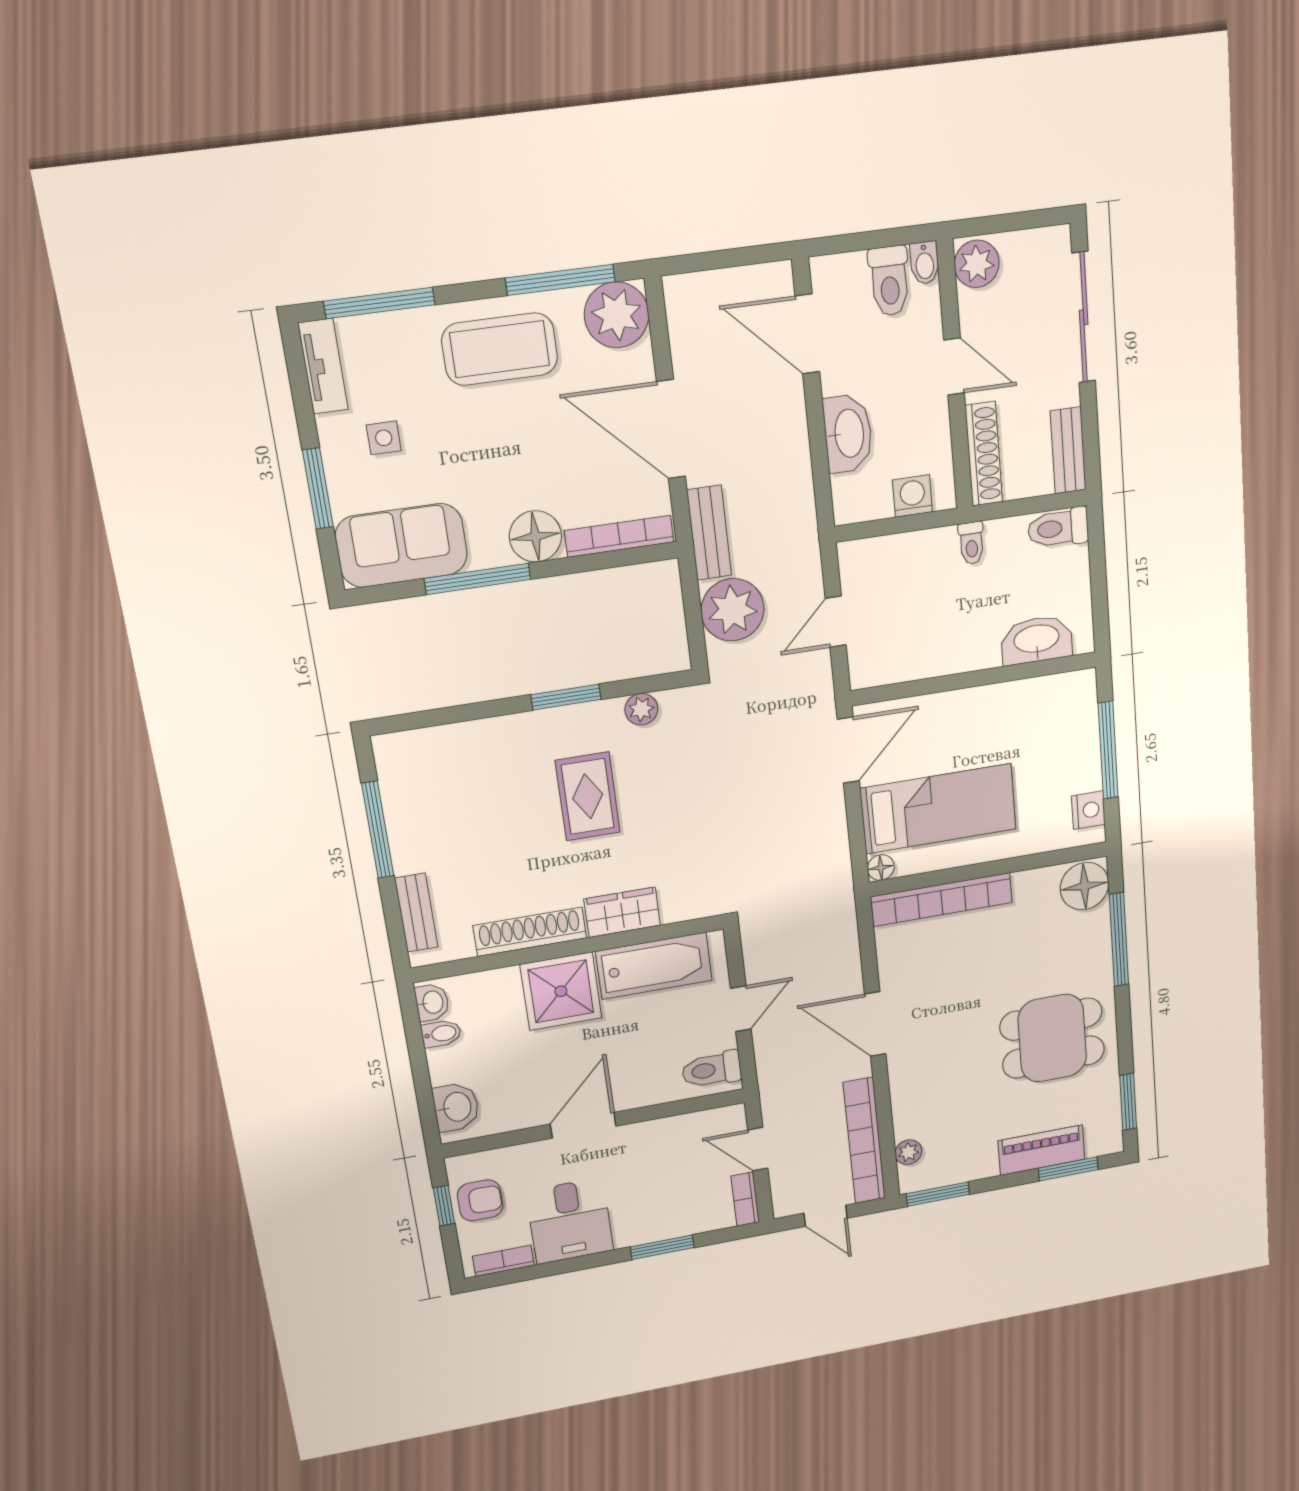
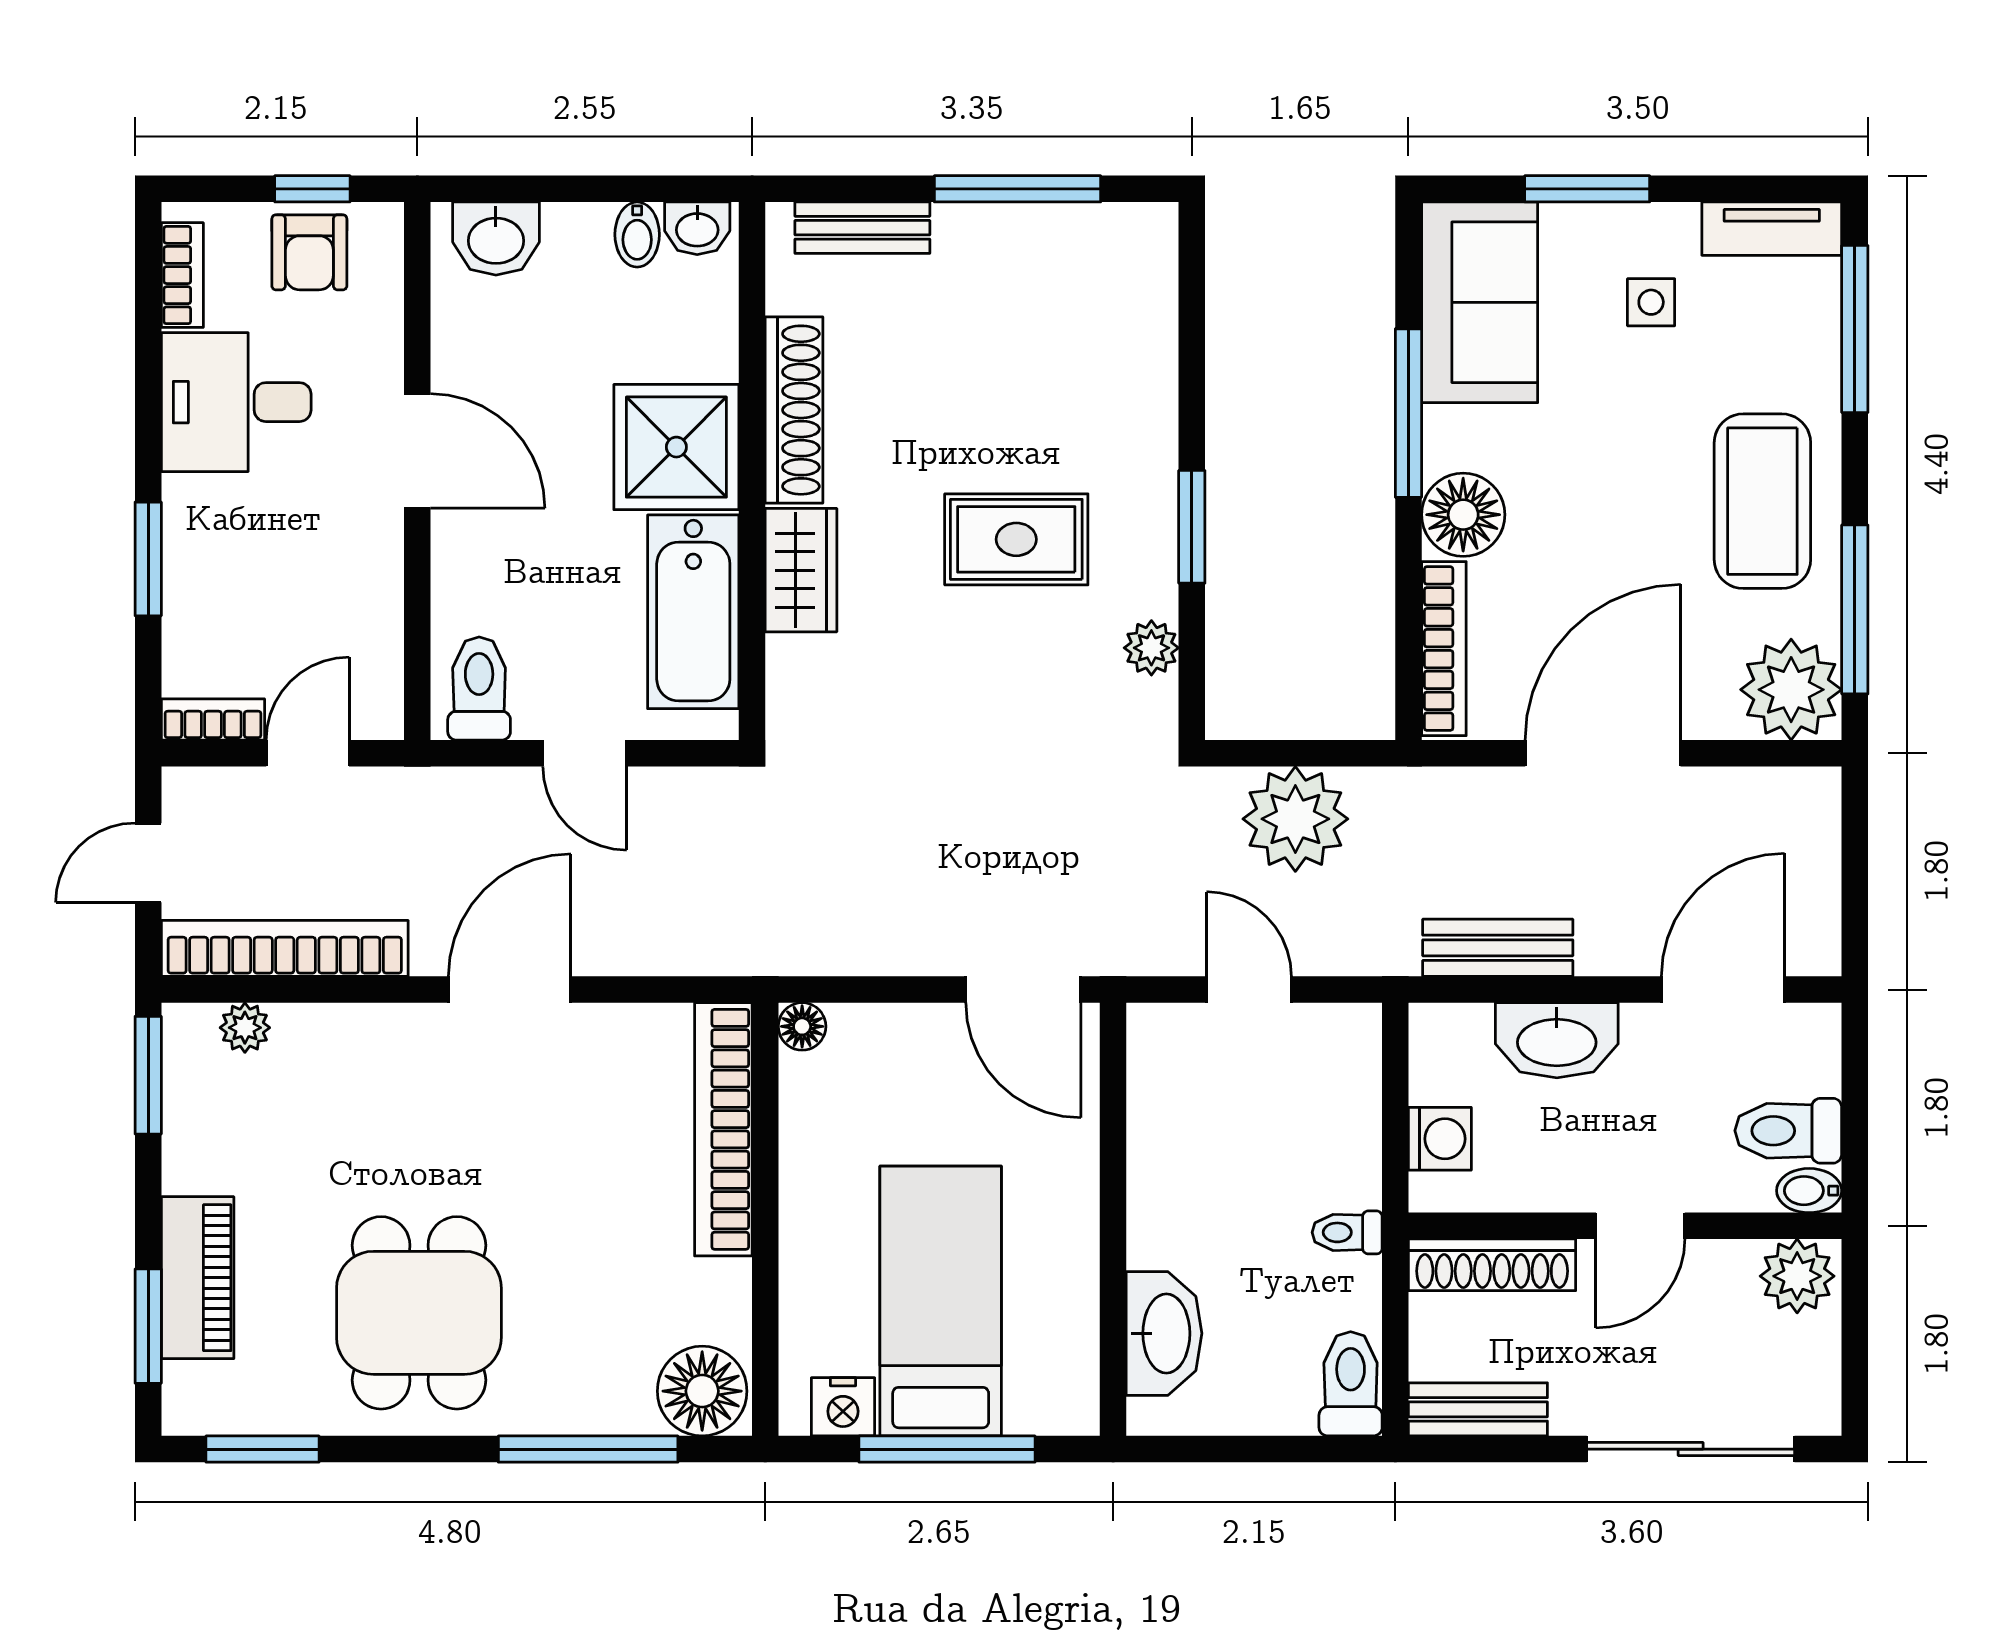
bench: (709, 533) -> (1498, 948), moved
bed: (938, 809) -> (941, 1301), moved, turned 180

